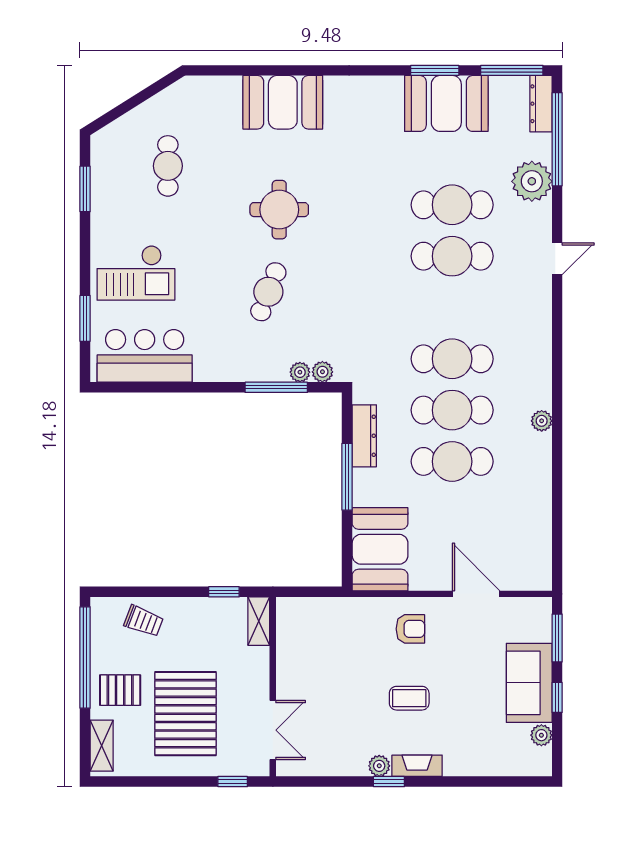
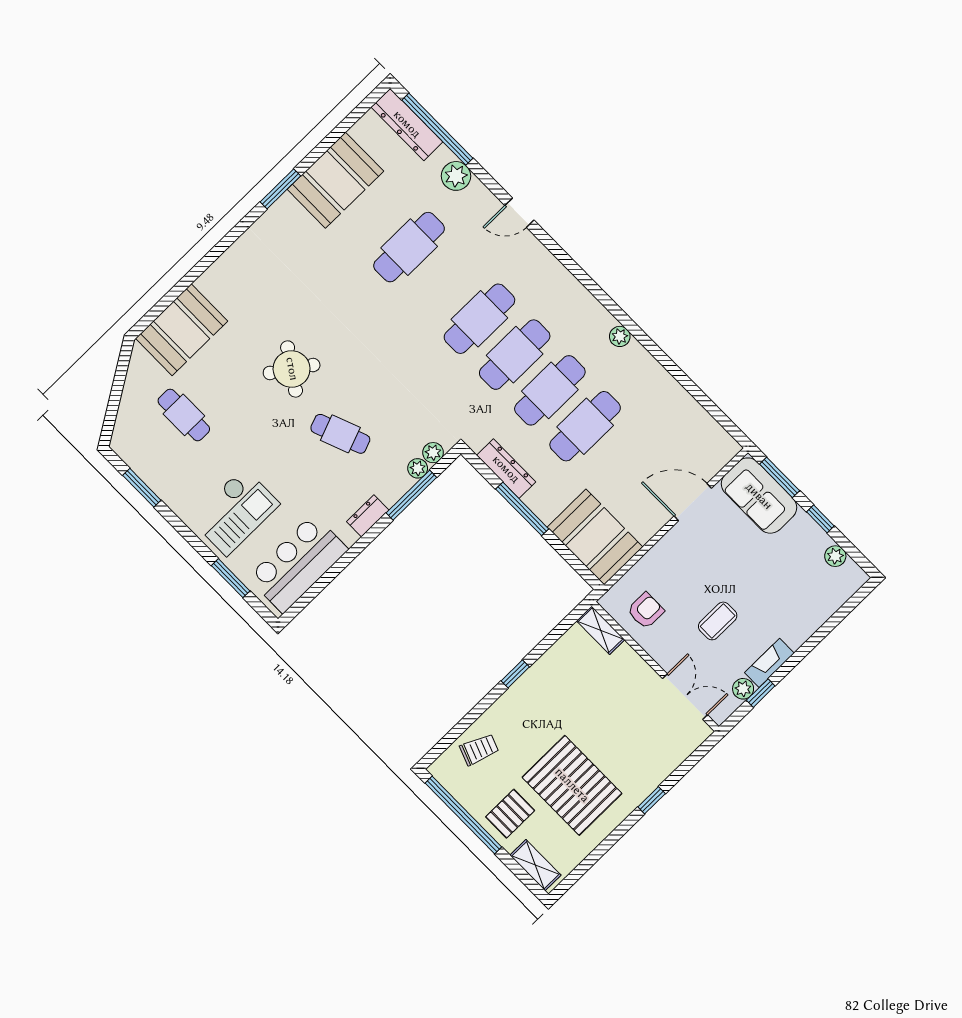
window: (435, 70) -> (280, 189), moved
window: (512, 70) -> (358, 112), removed
booth: (283, 102) -> (182, 330), moved
dresser: (541, 104) -> (407, 124), width x1.37, depth x1.24
plant: (532, 181) -> (456, 176), width x0.73, depth x0.73
round table: (279, 210) -> (292, 369), turned 34
cafe table: (452, 256) -> (479, 319), moved
door: (557, 259) -> (519, 213), swing flipped
cafe table: (268, 292) -> (340, 434), turned -42
dresser: (230, 371) -> (368, 516), added
shelving: (259, 621) -> (601, 630), moved
armchair: (410, 629) -> (646, 611), moved
sofa: (529, 683) -> (759, 496), moved
wall: (273, 687) -> (655, 666), moved
double door: (273, 730) -> (685, 697), moved

